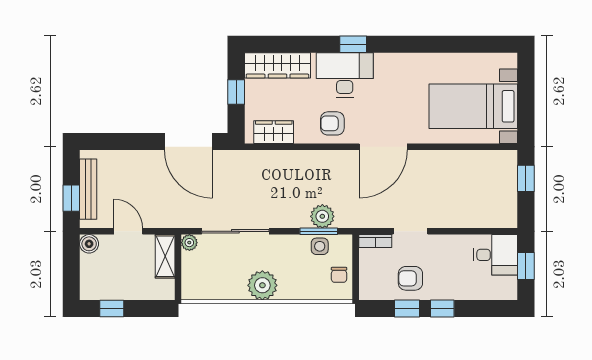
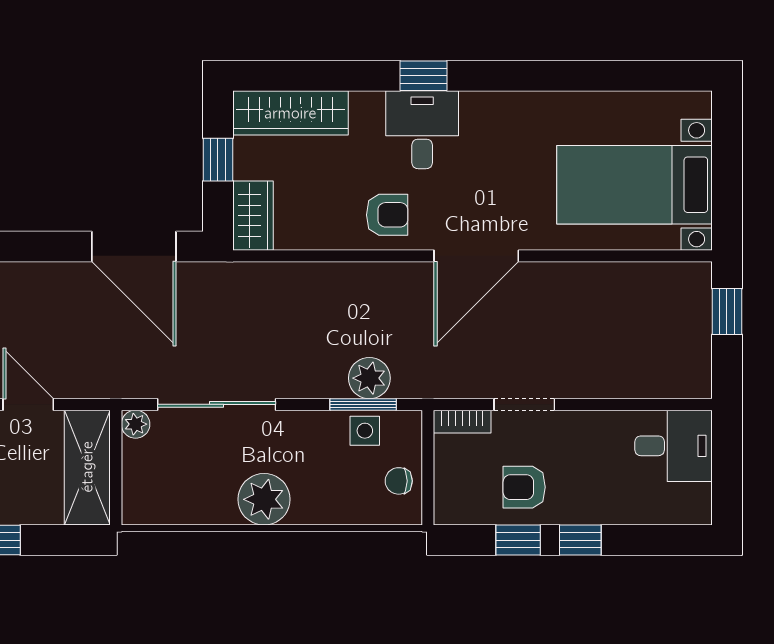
desk: (345, 75) -> (422, 130), width x0.73
armchair: (332, 123) -> (387, 215), turned 180
wardrobe: (274, 132) -> (253, 216), moved, turned 90
shelving: (165, 256) -> (87, 467), width x1.50, depth x1.33
window: (526, 266) -> (727, 465), removed
chair: (339, 275) -> (399, 481), turned 90

